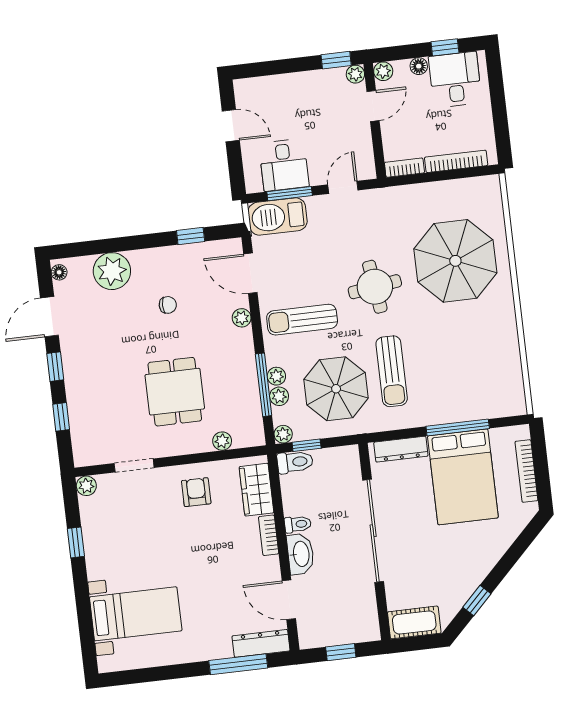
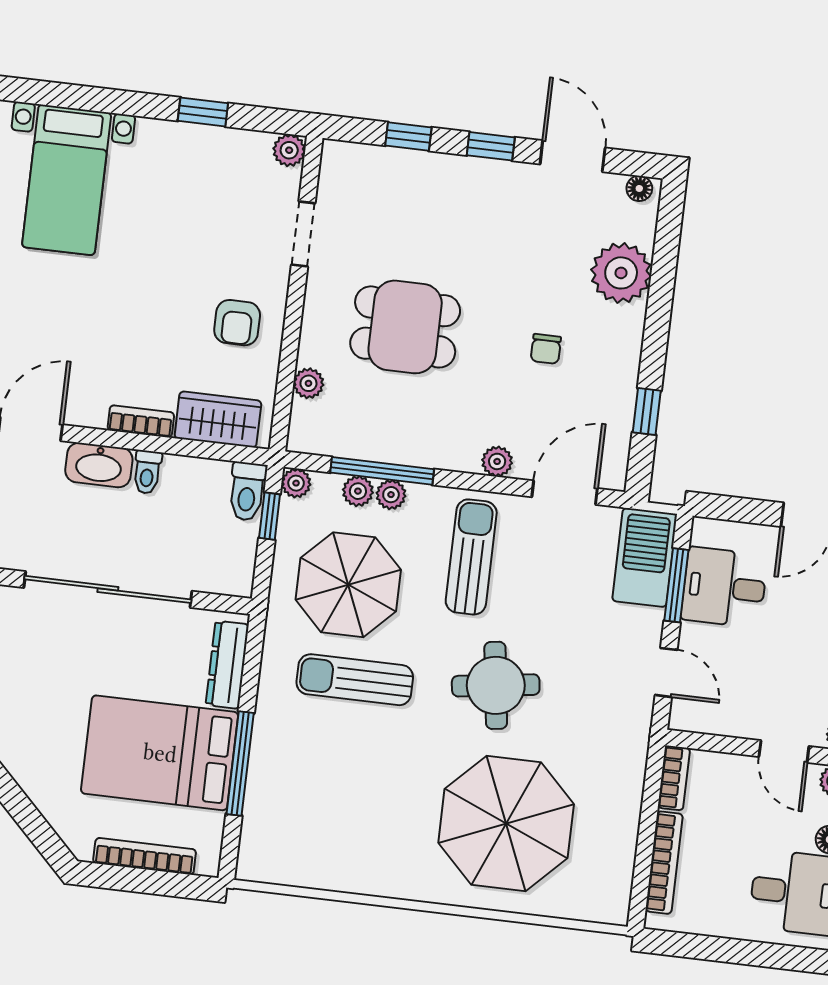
armchair: (196, 492) -> (237, 323), turned 90

